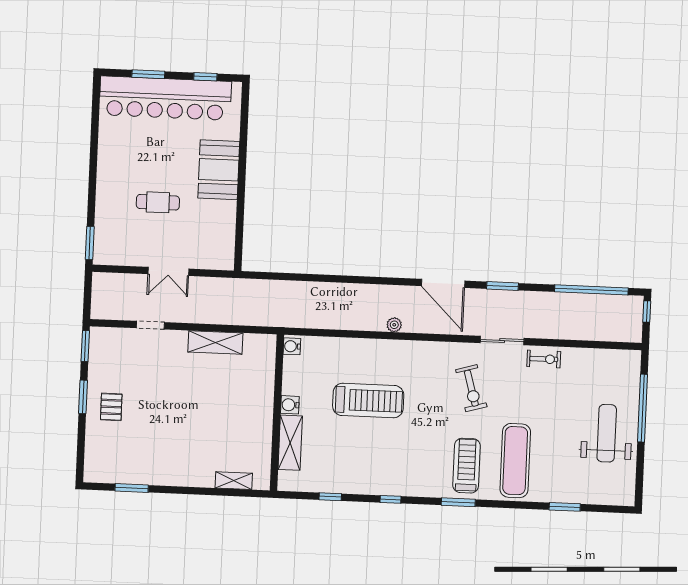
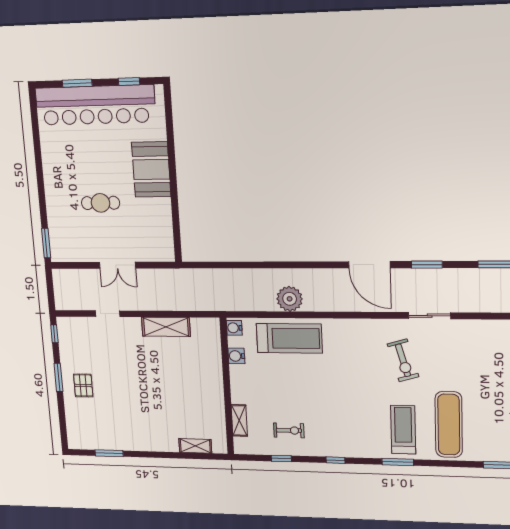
plant: (394, 325) -> (290, 299), moved, width x1.87, depth x1.87
window: (85, 346) -> (54, 334), width x0.67
exercise bike: (544, 359) -> (289, 430), moved
treadmill: (368, 401) -> (289, 338), moved
water cooler: (290, 405) -> (236, 356), moved
shelving: (290, 443) -> (239, 420), width x0.67, depth x0.75

